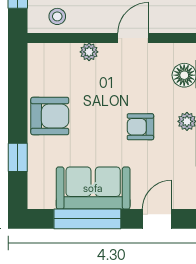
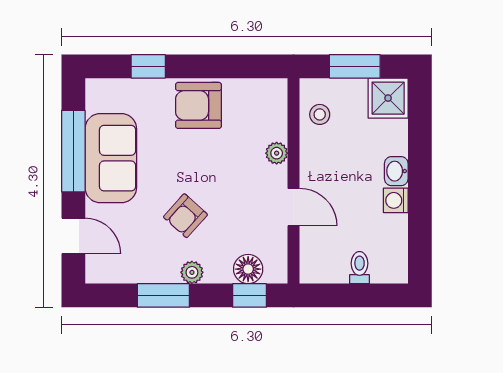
armchair: (50, 116) -> (198, 105), turned 90
armchair: (140, 127) -> (185, 216), turned -138

